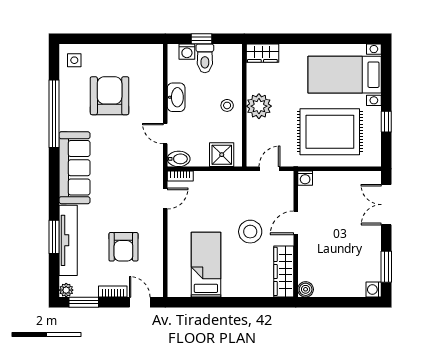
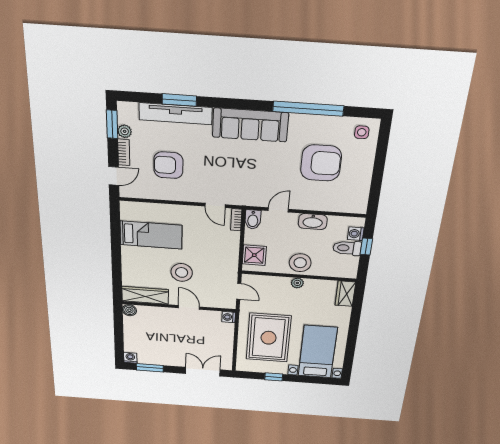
stool: (227, 105) -> (300, 263), width x1.89, depth x1.89
plant: (259, 106) -> (297, 283), width x0.53, depth x0.53
plant: (66, 290) -> (125, 131), moved

